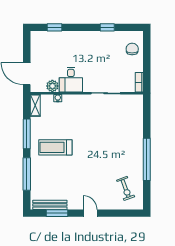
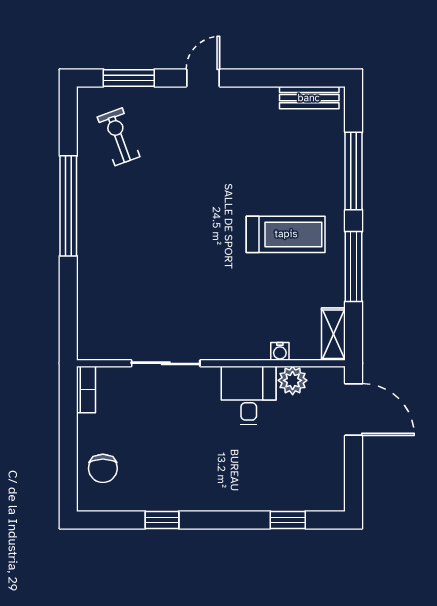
bench: (50, 205) -> (309, 98), width x0.73
window: (57, 213) -> (129, 78), moved
door: (90, 213) -> (203, 78), swing flipped

